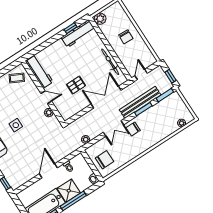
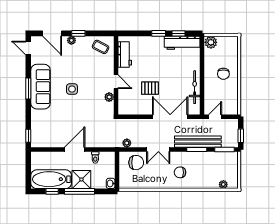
window: (55, 38) -> (159, 33), added
workbench: (39, 72) -> (125, 55), width x0.73
chair: (133, 129) -> (180, 172), moved
chair: (104, 160) -> (136, 163), moved

